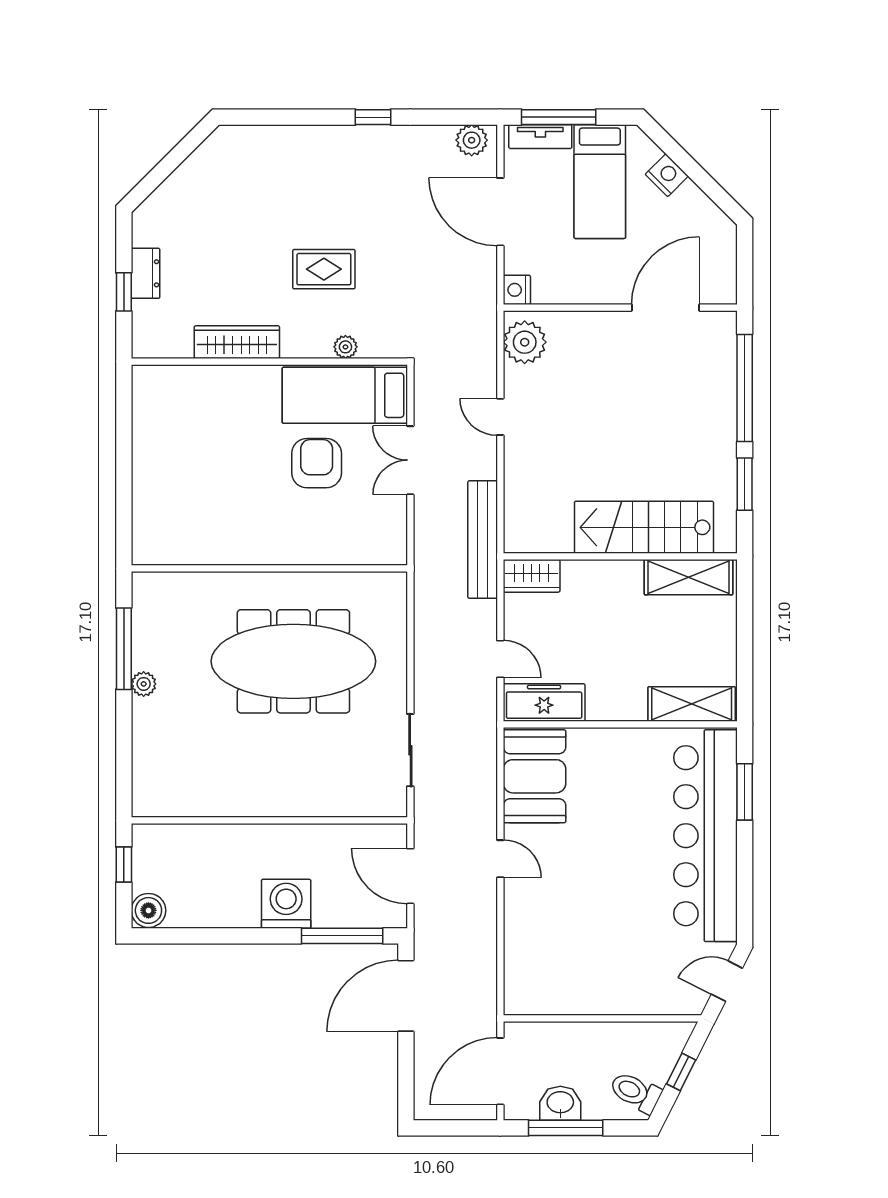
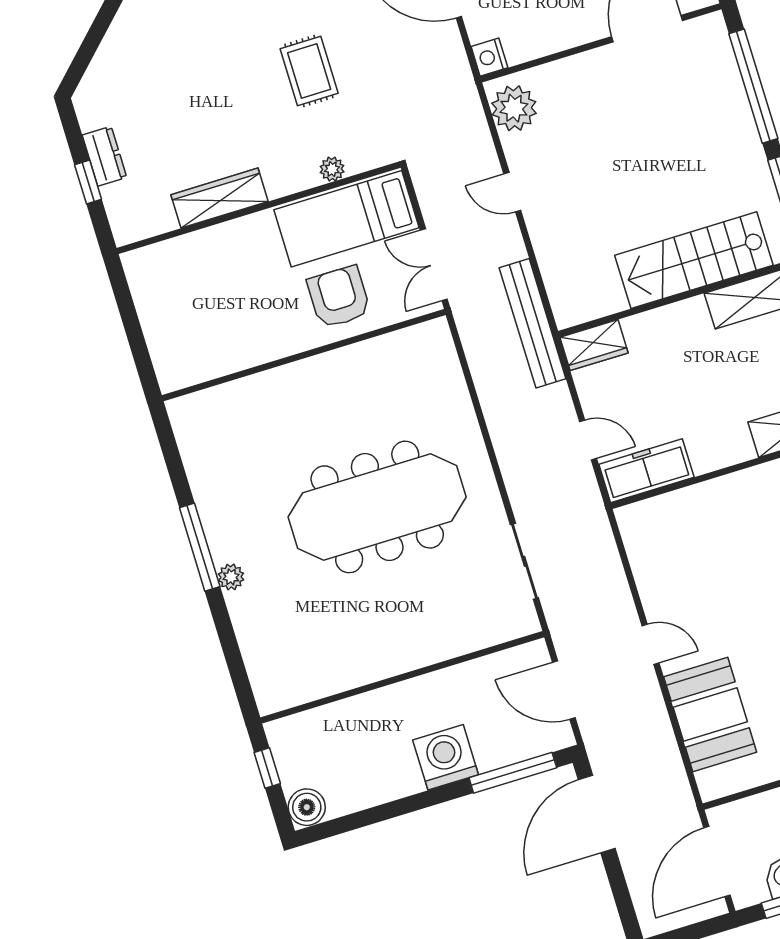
rug: (324, 269) -> (309, 71), moved, turned 90
wall: (269, 568) -> (304, 355), moved
booth: (534, 776) -> (710, 714), moved

